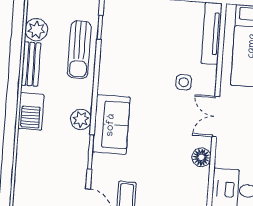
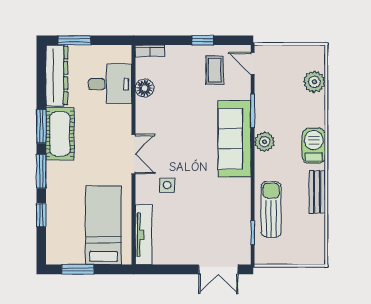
plant: (36, 30) -> (314, 82), moved
sofa: (111, 125) -> (234, 139), width x1.36
floor lamp: (201, 157) -> (144, 88), moved

